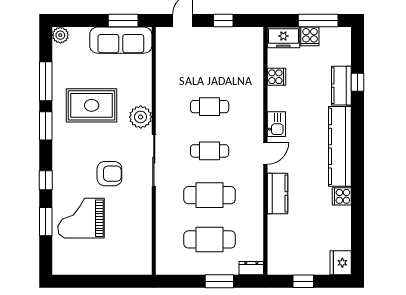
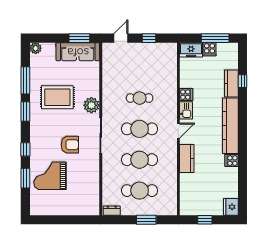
cooker: (276, 77) -> (186, 95), moved
cafe table: (210, 151) -> (140, 129), width x1.37, depth x1.35
dresser: (251, 268) -> (112, 211), moved

